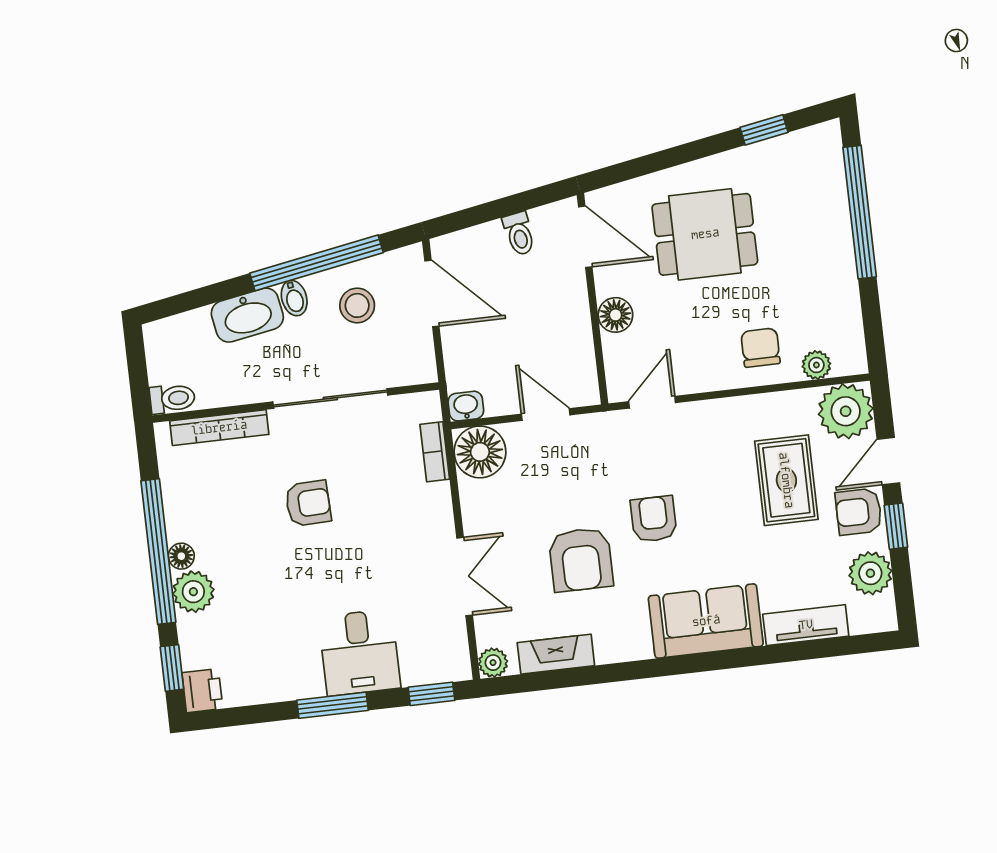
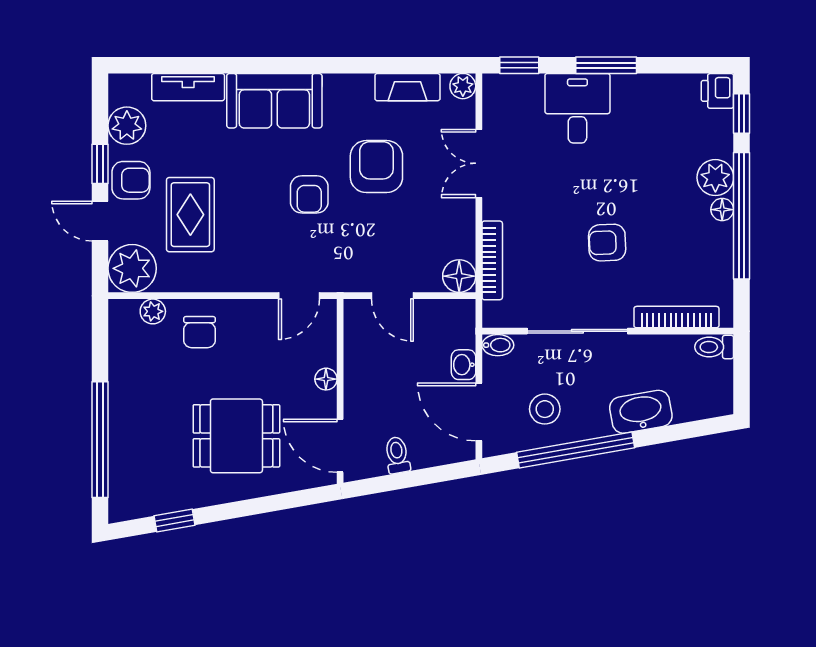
bidet: (294, 298) -> (498, 345), moved, turned 100
floor lamp: (615, 315) -> (326, 379), width x0.73, depth x0.73
washbasin: (466, 406) -> (464, 365), moved, turned 90
bookcase: (435, 452) -> (492, 260), width x1.56
floor lamp: (480, 452) -> (459, 276), width x0.73, depth x0.73
door: (888, 461) -> (100, 221), swing flipped

